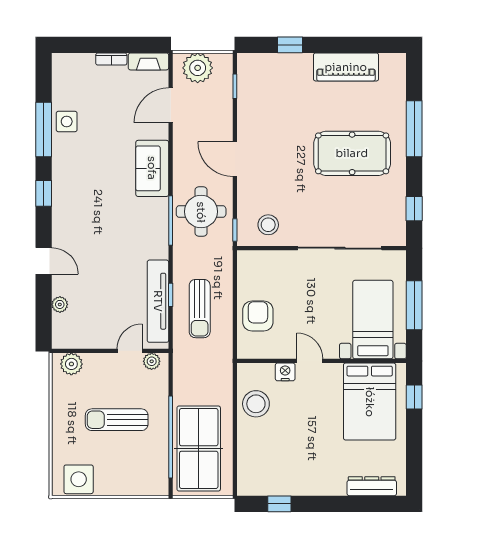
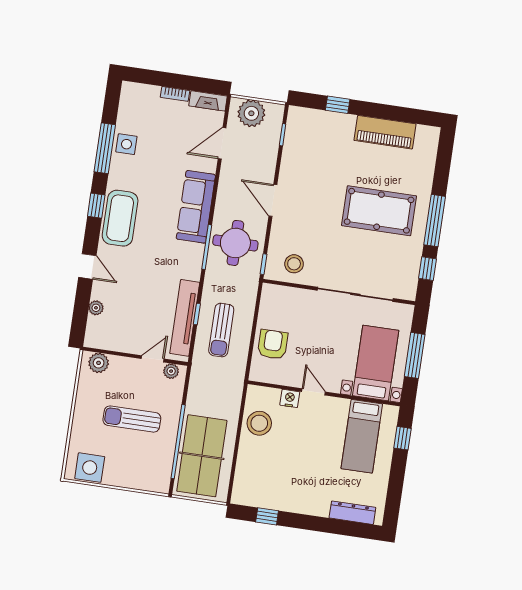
window: (414, 129) -> (435, 221), moved
sofa: (152, 168) -> (196, 207), width x1.36
coffee table: (72, 203) -> (120, 218), added
bed: (370, 402) -> (362, 436), width x0.67

